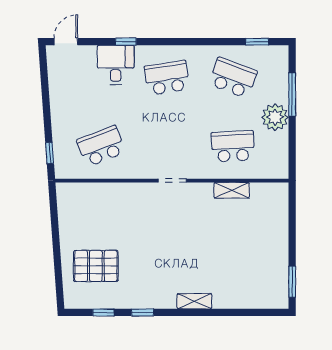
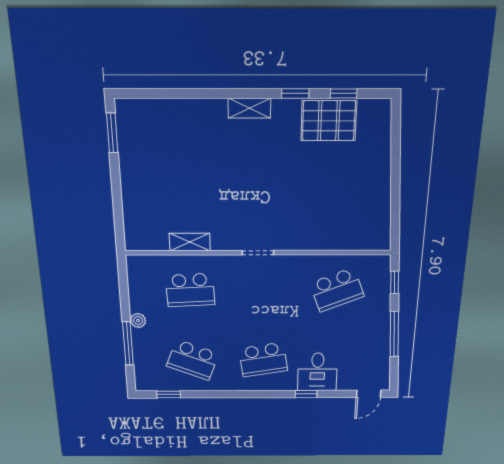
window: (46, 103) -> (394, 334), added
plant: (275, 117) -> (138, 320), width x0.53, depth x0.53
pallet: (96, 266) -> (329, 121), moved
shelving: (194, 301) -> (249, 108), moved

